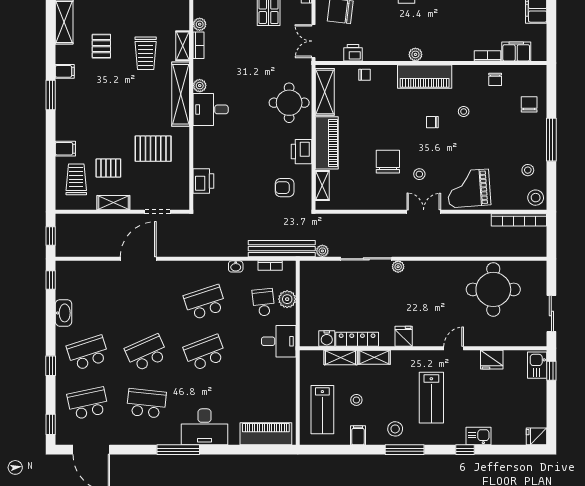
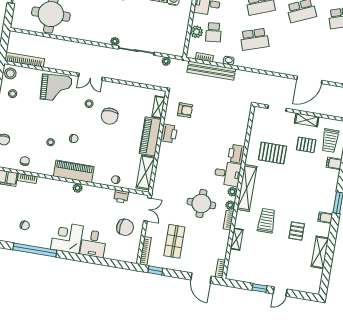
plant: (200, 24) -> (230, 205), moved
shelving: (183, 46) -> (237, 239), moved
round table: (289, 103) -> (201, 203), moved
printer: (203, 181) -> (236, 154), moved
bench: (282, 249) -> (211, 71), moved
door: (138, 259) -> (309, 80), moved

